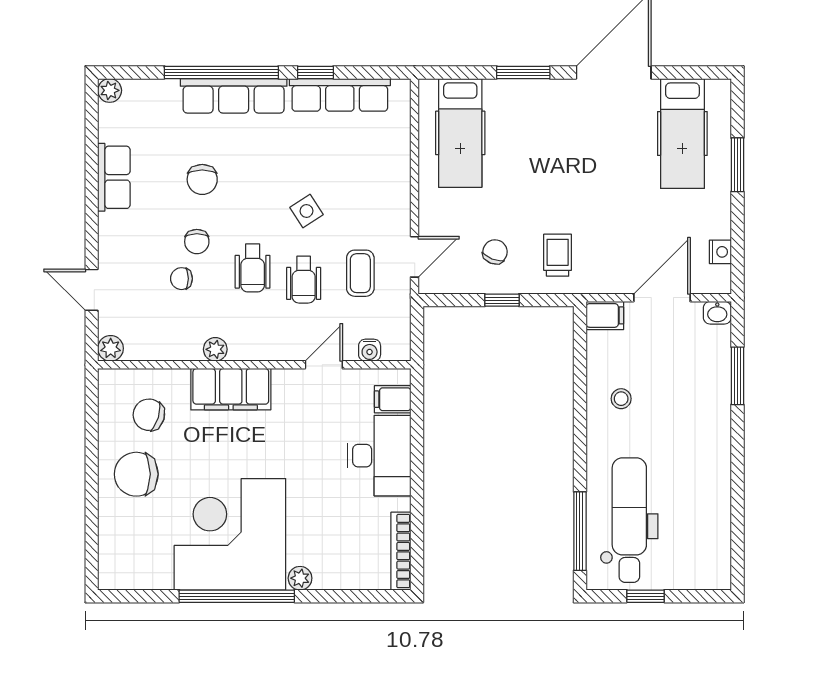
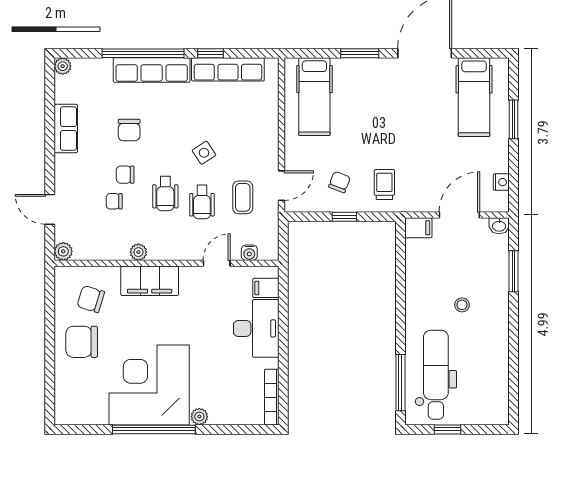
chair: (197, 242) -> (125, 175), turned 90
stool: (621, 399) -> (462, 305), moved

